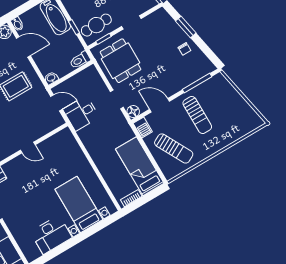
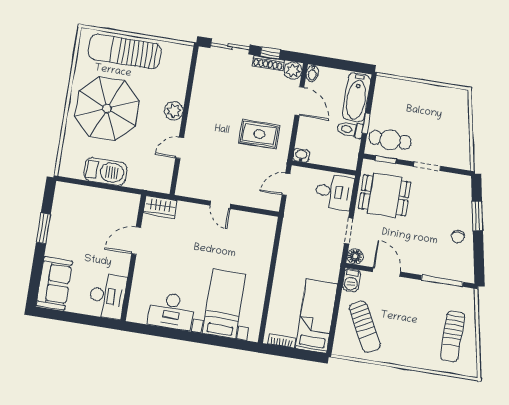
toilet: (80, 60) -> (350, 130), moved
dining table: (120, 61) -> (385, 195), turned 90
door: (56, 103) -> (286, 184), swing flipped
desk: (81, 113) -> (334, 192), moved, turned 180
sun lounger: (197, 115) -> (452, 336), moved

